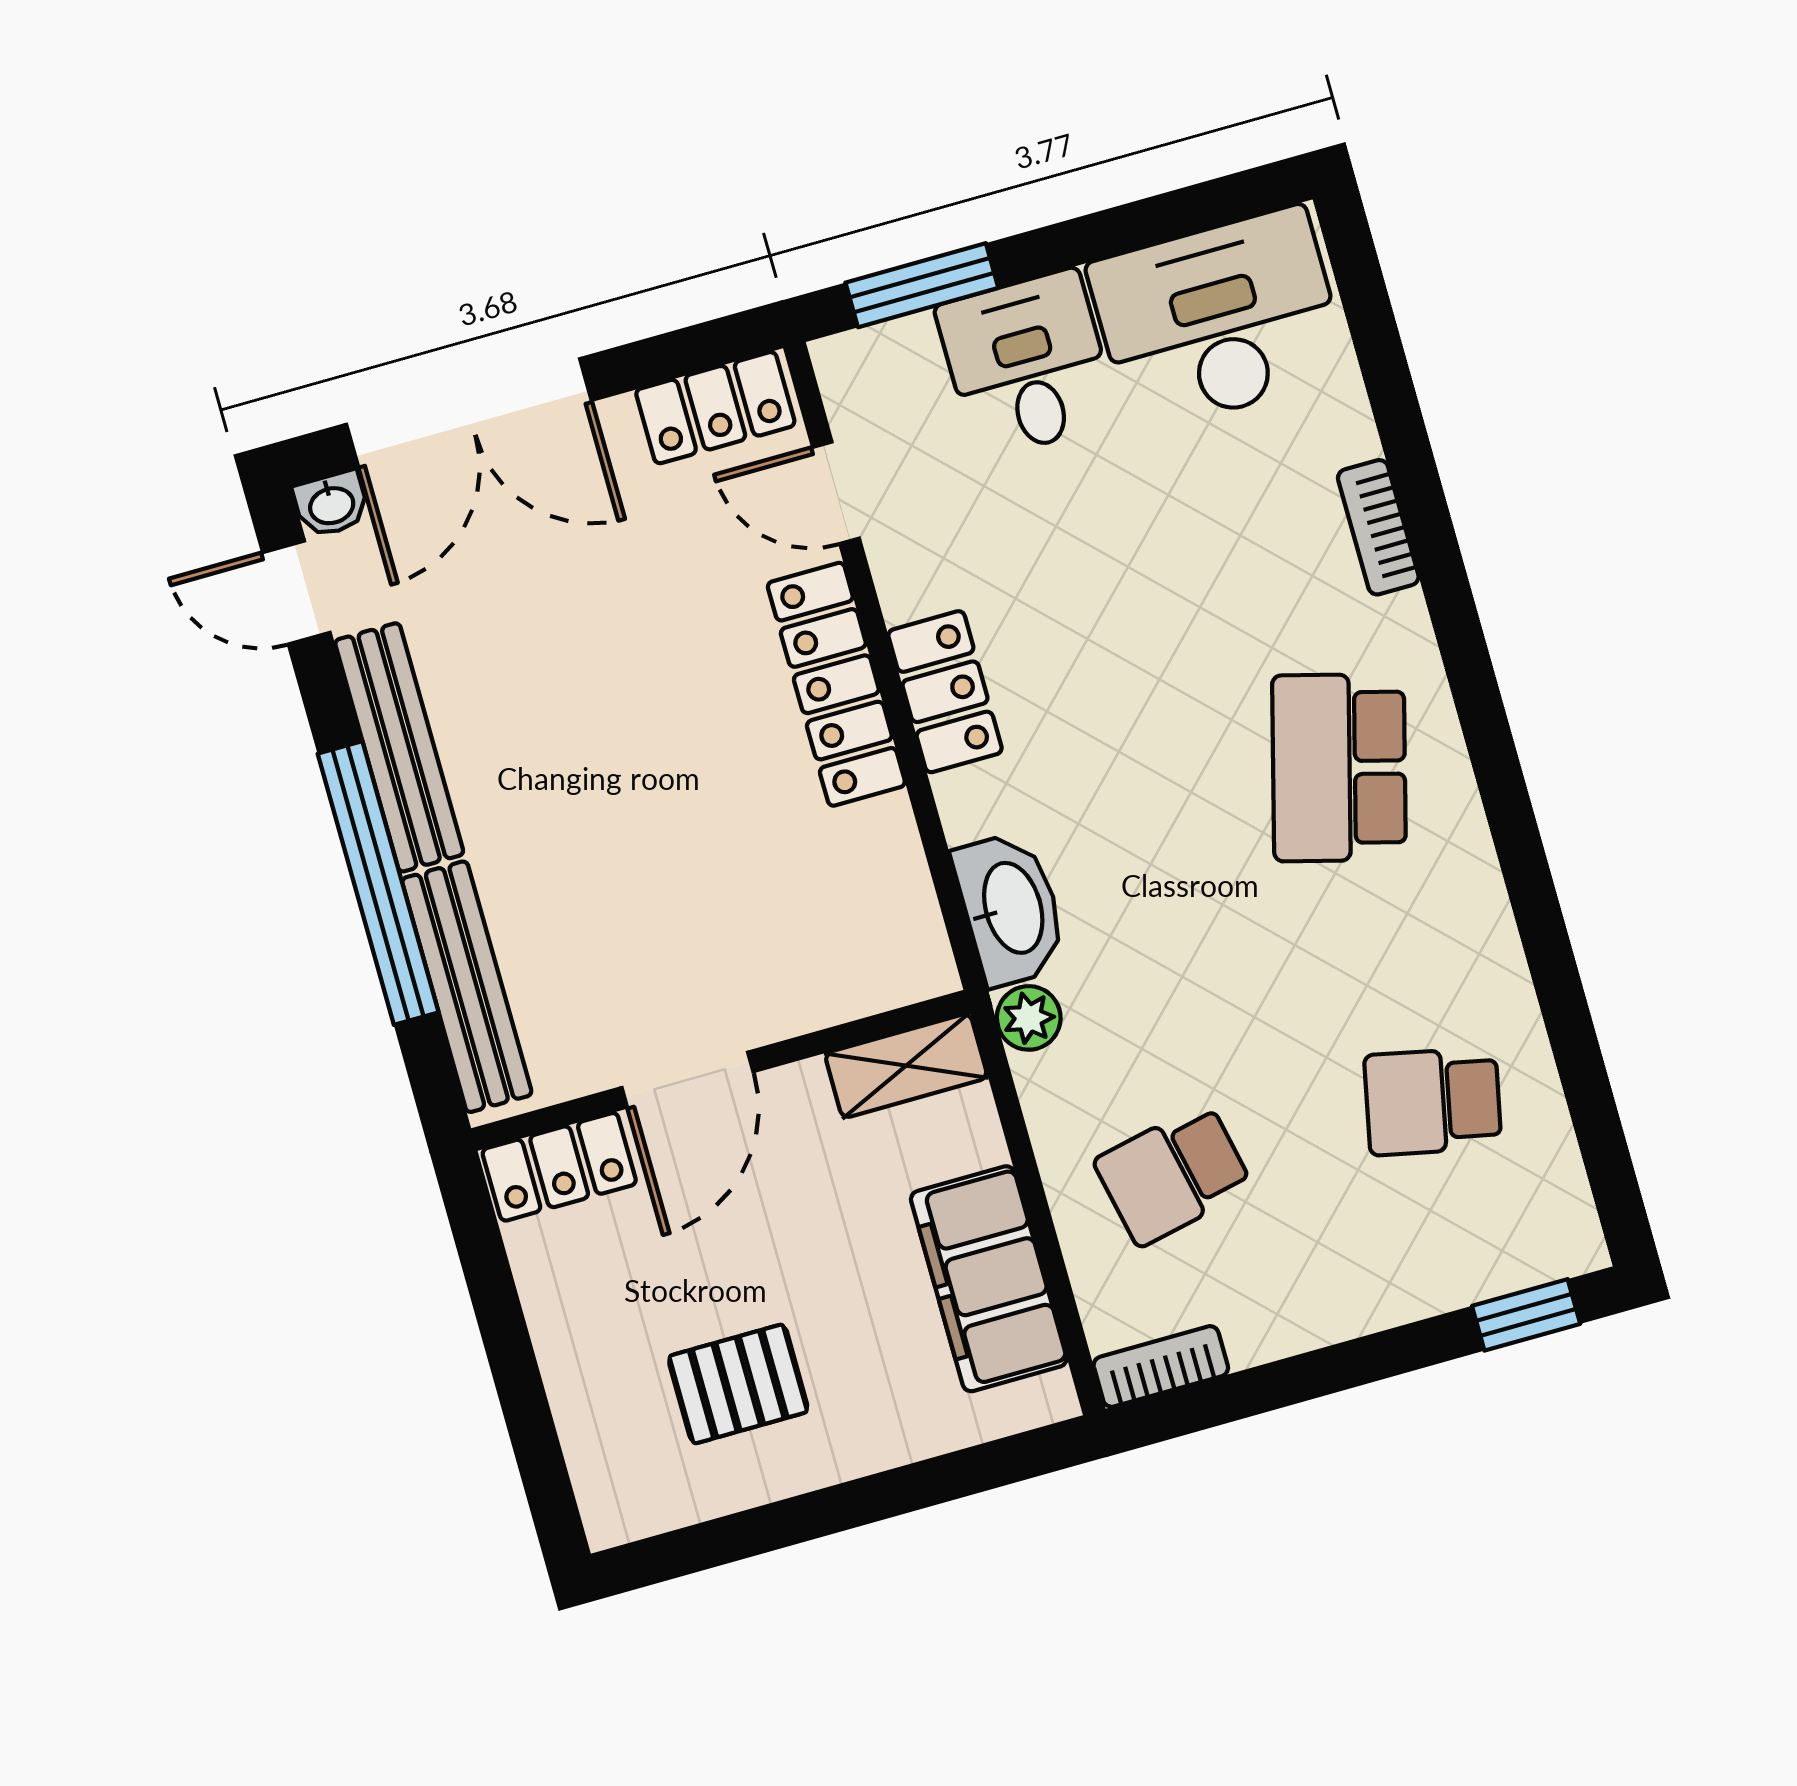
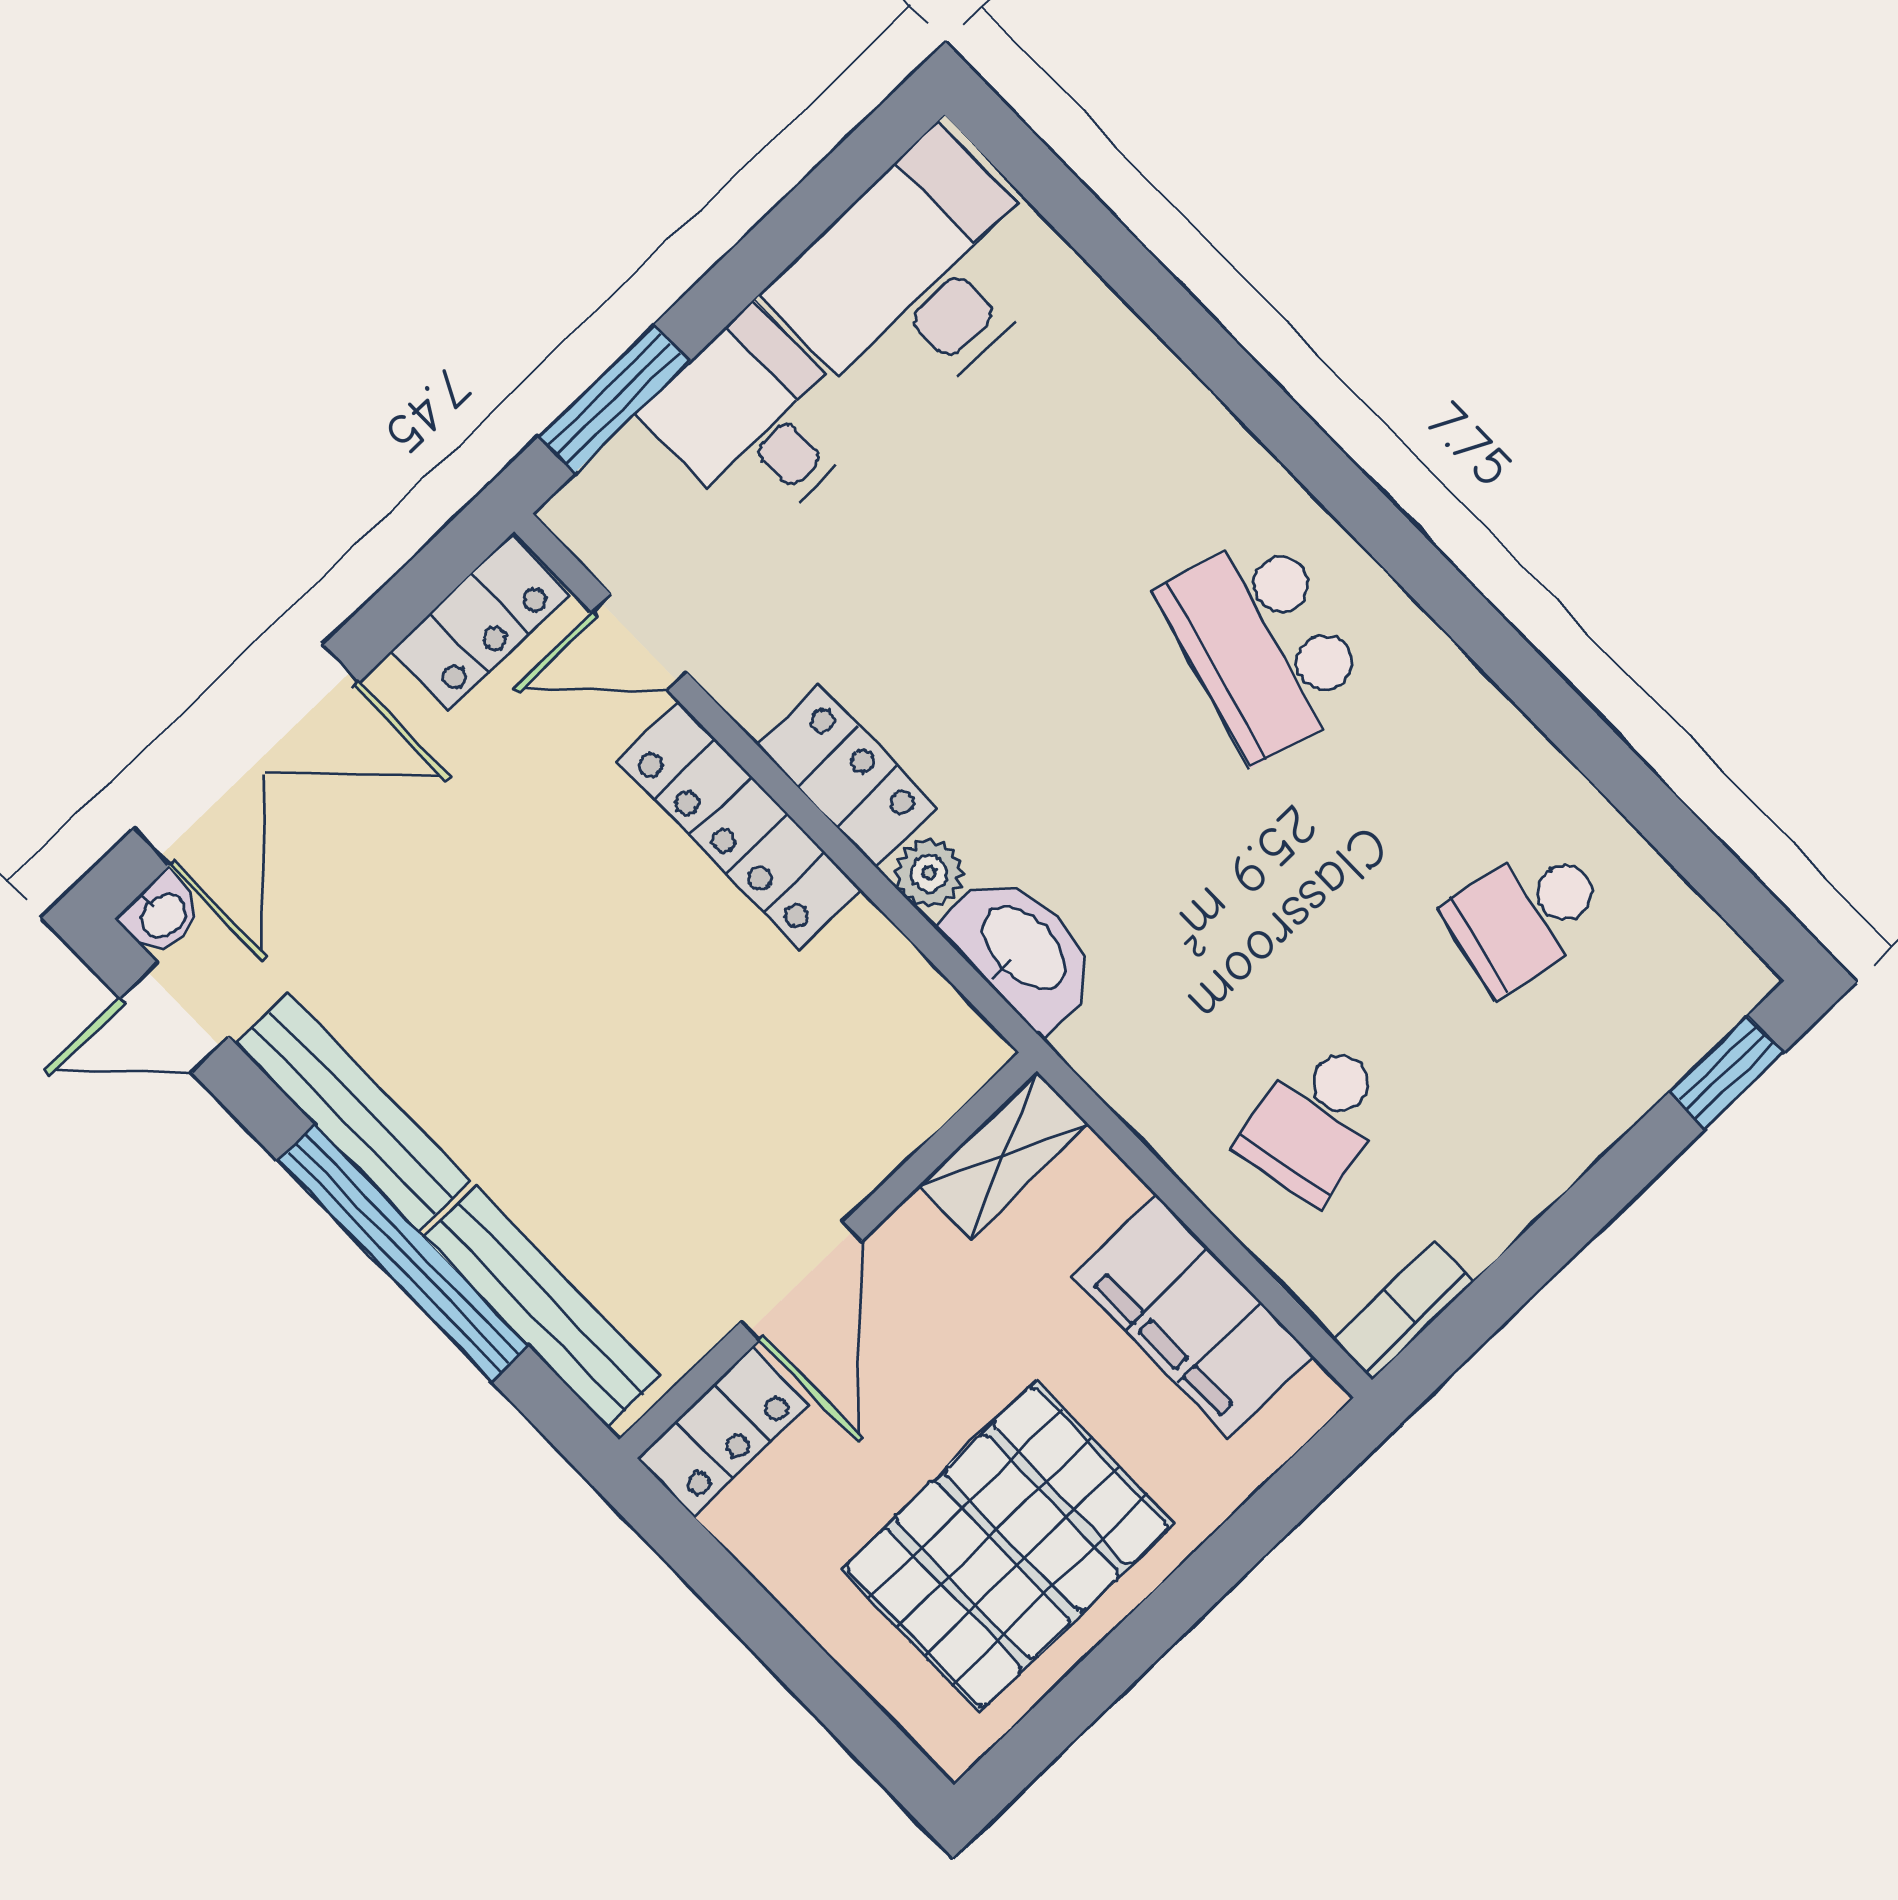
bookcase: (1378, 527) -> (1177, 394), removed
plant: (1029, 1018) -> (929, 873), moved
pallet: (738, 1384) -> (1007, 1547), width x2.05, depth x2.00

